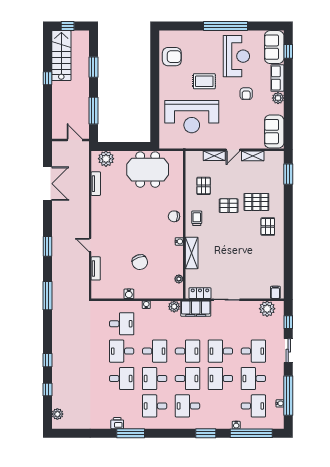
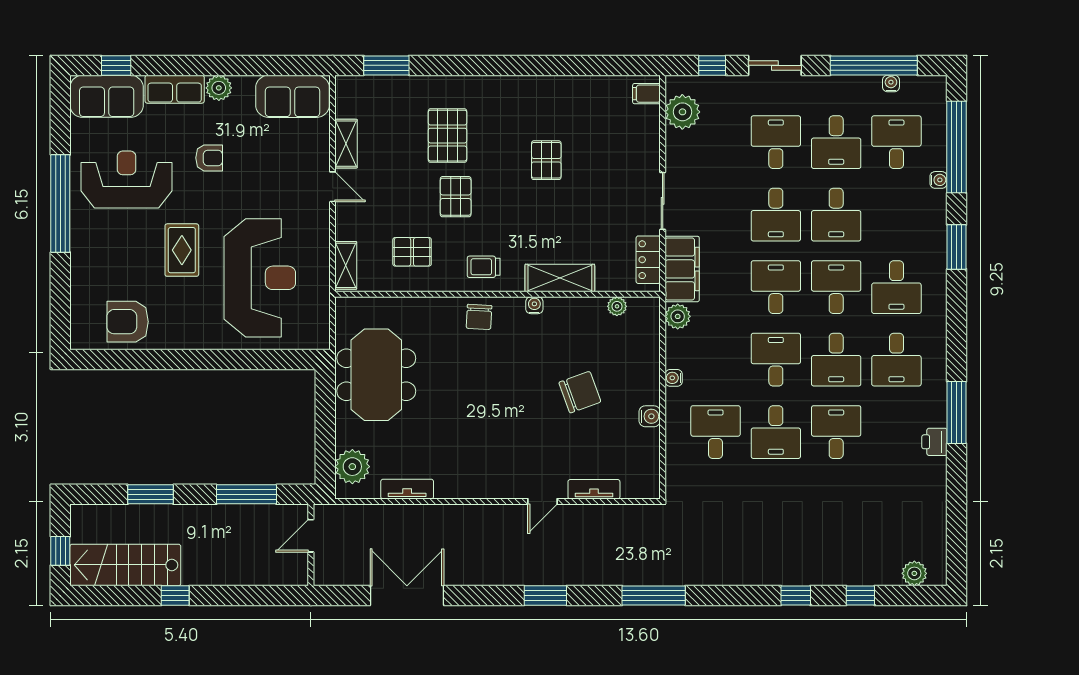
armchair: (172, 57) -> (128, 322), turned -90
shelving: (214, 156) -> (346, 265), moved
pallet: (268, 227) -> (546, 160), moved, turned 90

